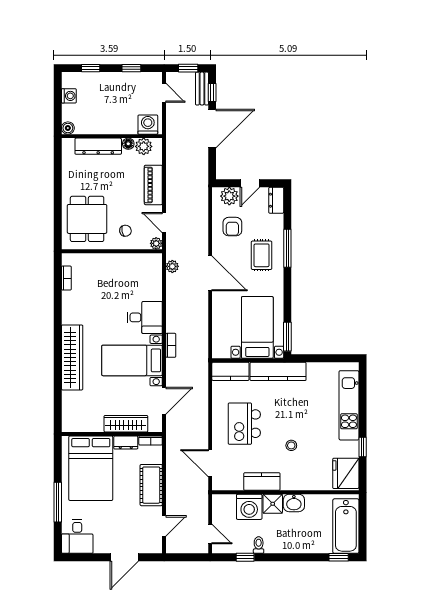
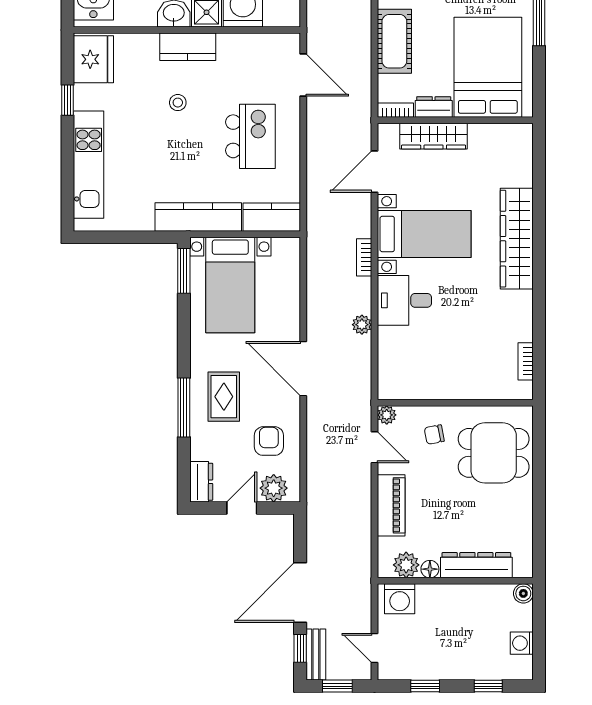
dining table: (87, 219) -> (494, 453), turned 90
plant: (172, 266) -> (362, 325), moved
kitchen counter: (262, 481) -> (188, 47), moved

